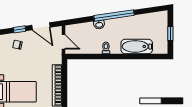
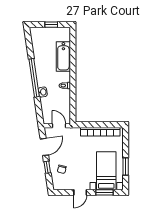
door: (63, 42) -> (59, 126), hinge flipped

